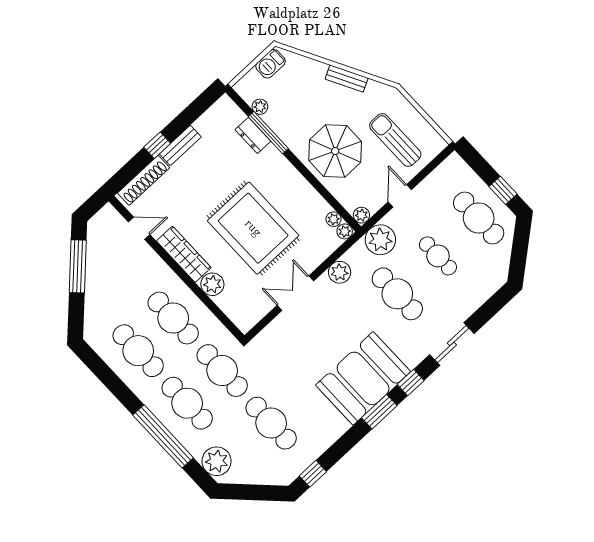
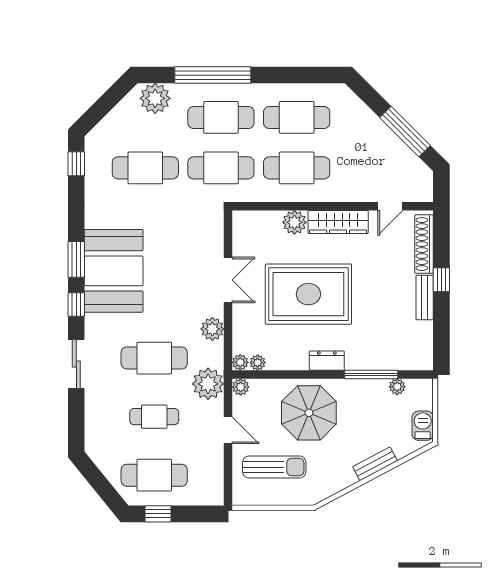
bench: (347, 79) -> (375, 464), moved
dresser: (253, 135) -> (327, 361), moved

